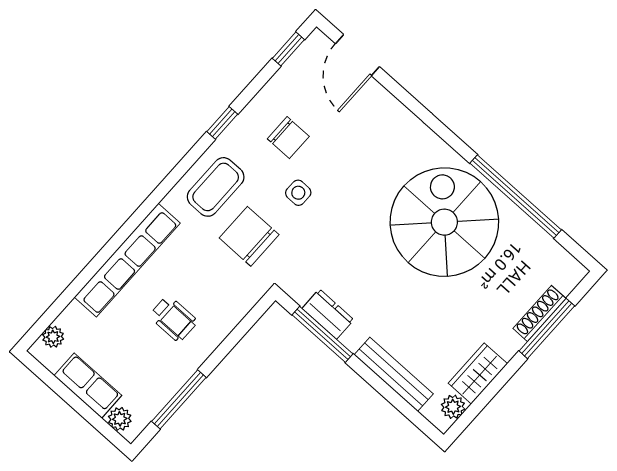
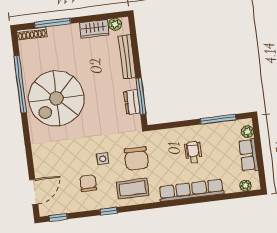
shoe rack: (539, 313) -> (32, 34), moved

